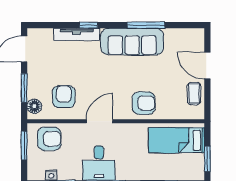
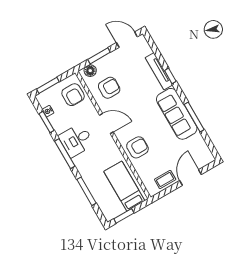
armchair: (144, 103) -> (137, 147), turned -90
window: (24, 146) -> (48, 85), moved

